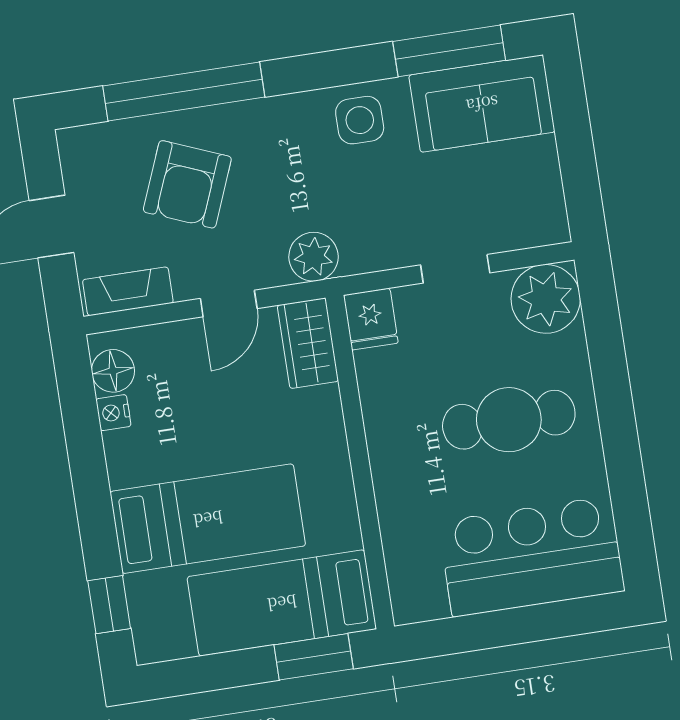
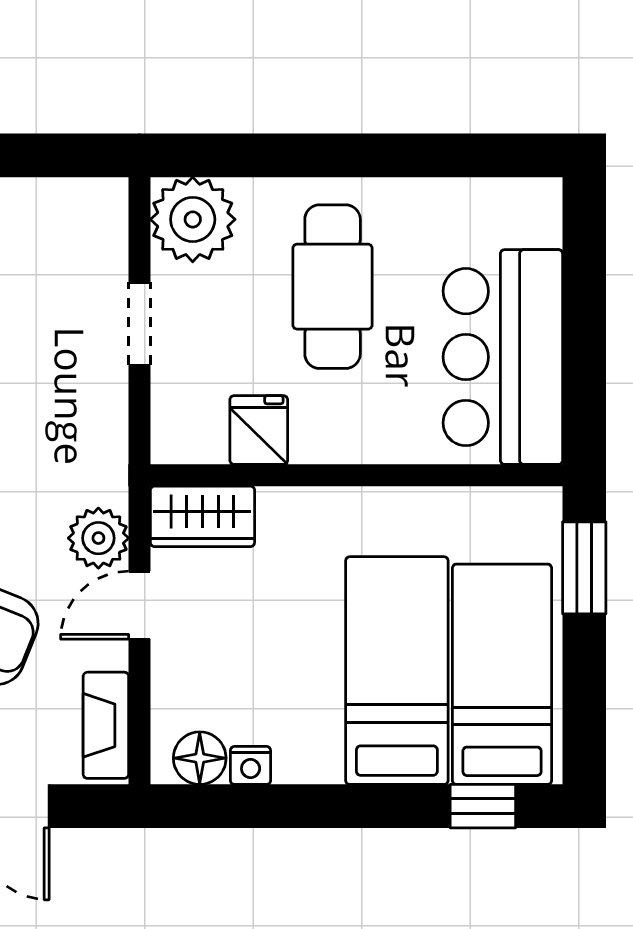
plant: (314, 257) -> (98, 538), moved
door: (229, 303) -> (139, 605), swing flipped
fridge: (371, 319) -> (259, 430), moved, turned -90
bar counter: (532, 556) -> (503, 357), moved
bed: (282, 603) -> (502, 674), moved, turned 180

